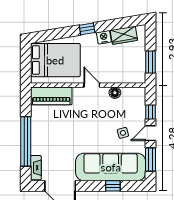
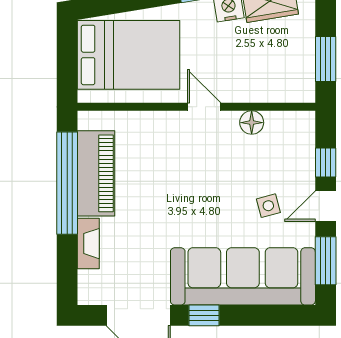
piano: (51, 96) -> (96, 173), moved, turned -90
window: (26, 141) -> (67, 183), moved
fireplace: (36, 168) -> (88, 244), moved
window: (113, 186) -> (204, 315), moved

